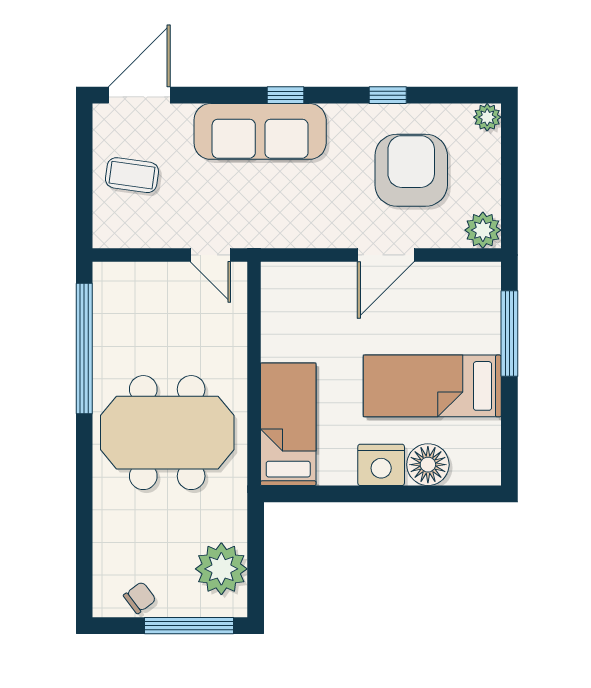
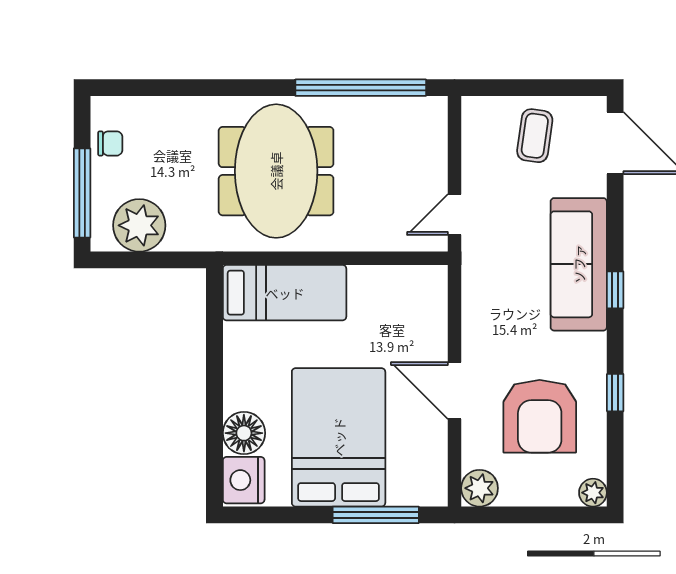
armchair: (411, 170) -> (540, 416), turned 90
bed: (432, 386) -> (339, 437), width x1.50
nightstand: (381, 465) -> (244, 480), moved
chair: (140, 598) -> (110, 143), turned -53

